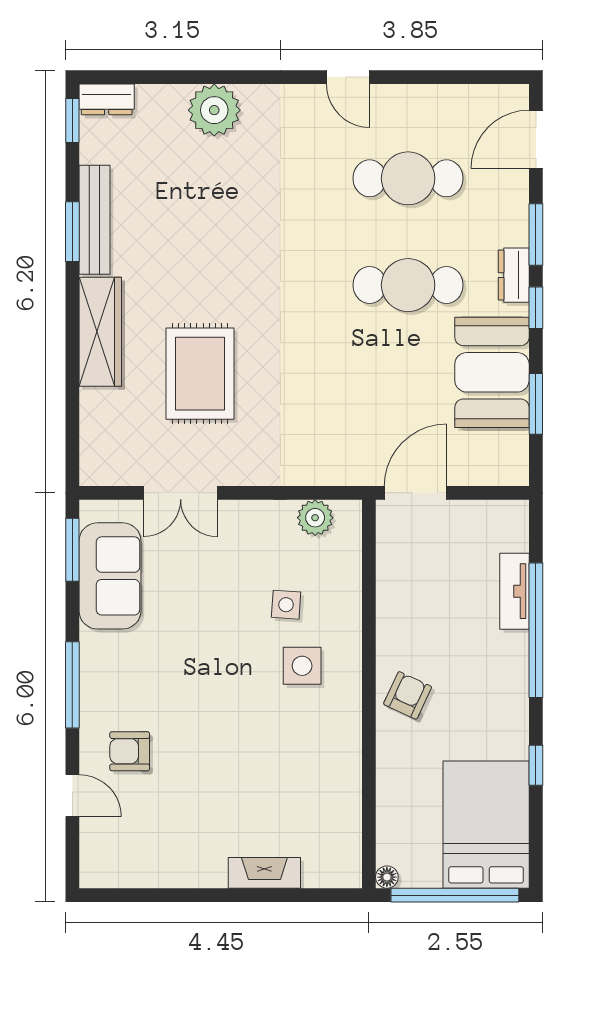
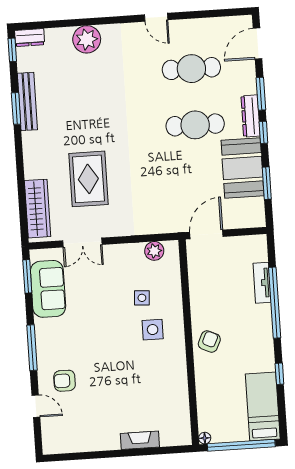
dresser: (514, 275) -> (251, 116), width x1.44
wardrobe: (100, 332) -> (38, 209), moved
bed: (486, 825) -> (263, 406), width x0.67

